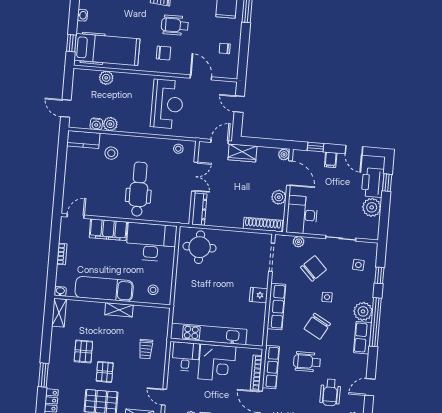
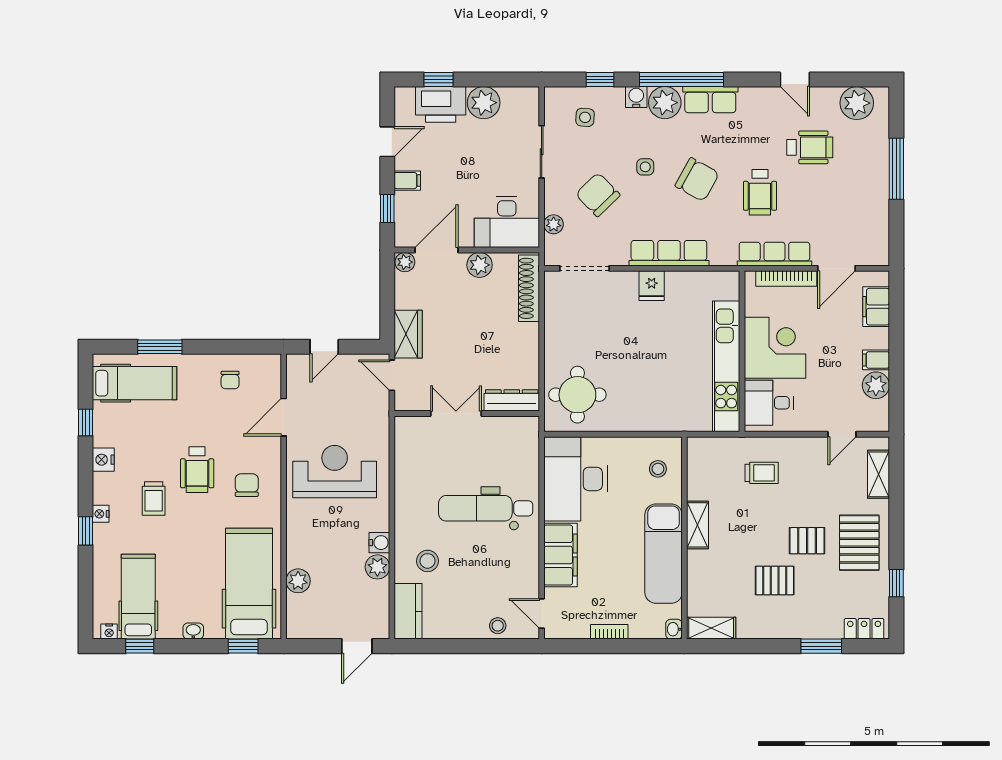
water cooler: (96, 124) -> (379, 543), moved
stool: (178, 149) -> (498, 626), moved
water cooler: (368, 295) -> (636, 97), added

